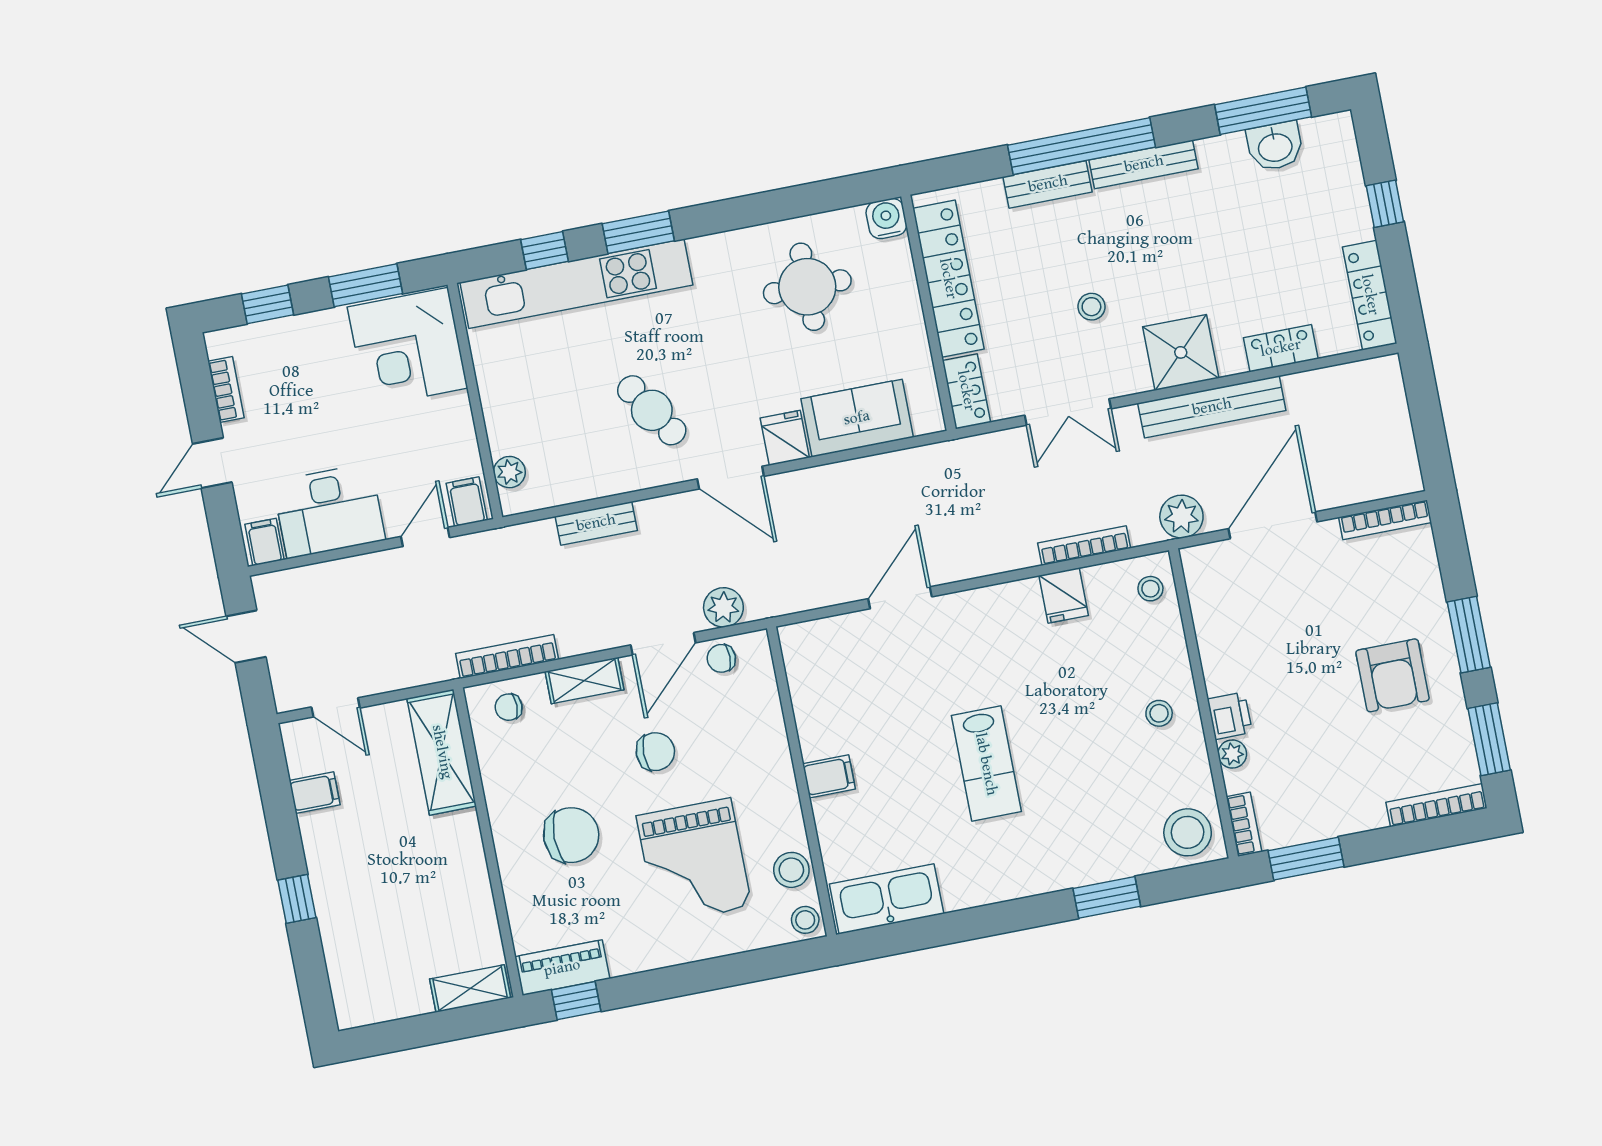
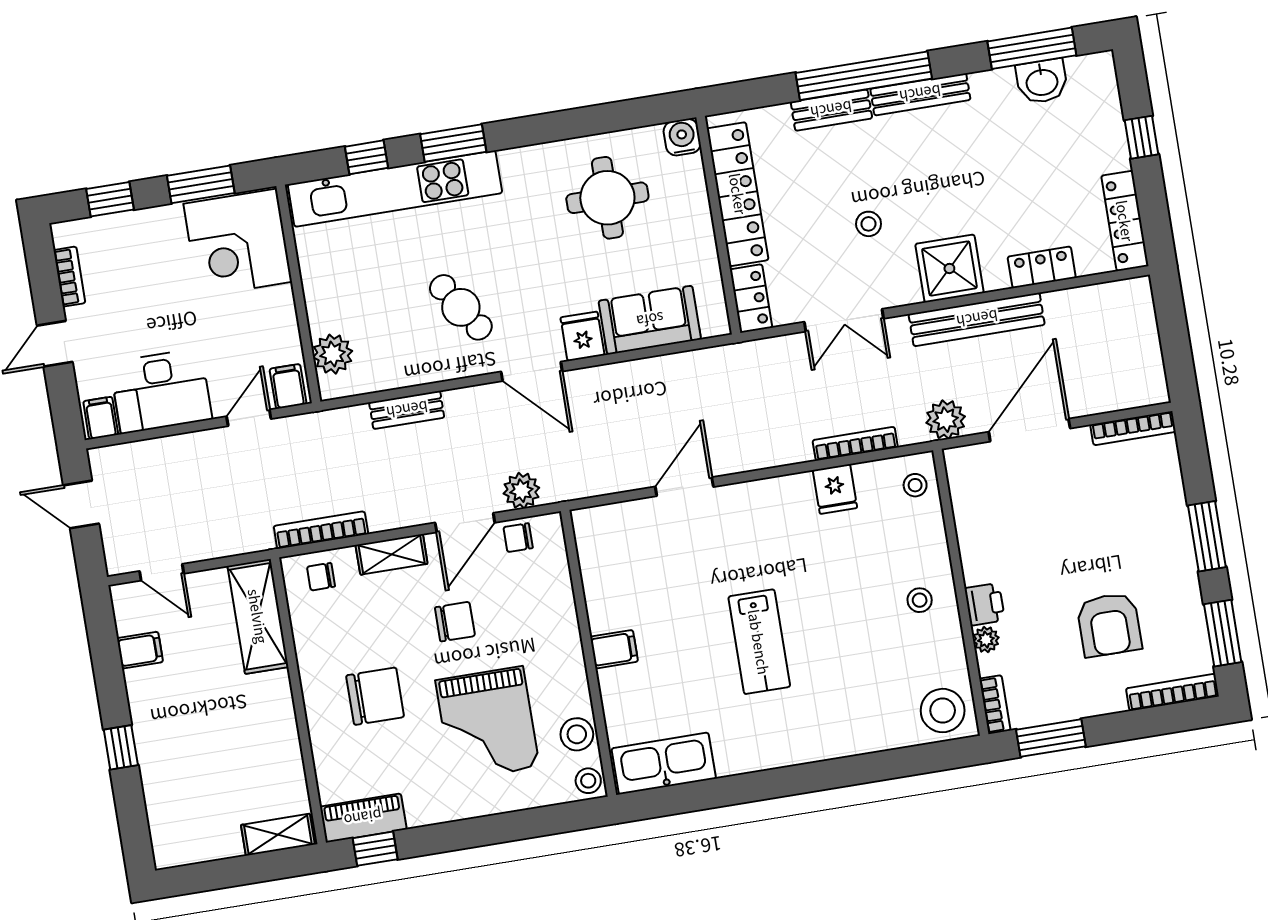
plant: (509, 472) -> (333, 354), width x1.38, depth x1.38
armchair: (1393, 675) -> (1109, 625), moved
window: (1107, 897) -> (866, 768), removed

